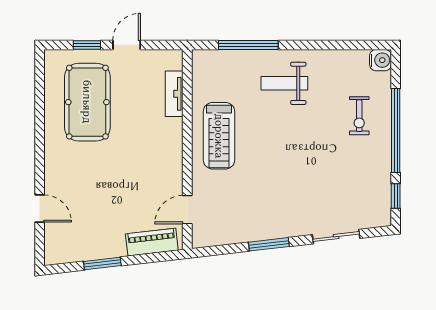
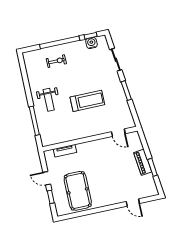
water cooler: (380, 60) -> (91, 43), moved
pool table: (87, 102) -> (78, 191), turned 90
treadmill: (219, 136) -> (87, 101), moved
door: (40, 209) -> (133, 203), swing flipped
piano: (152, 242) -> (143, 162), moved

